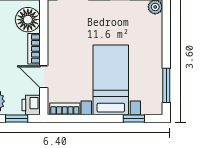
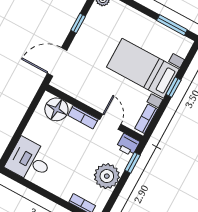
door: (44, 77) -> (110, 122), swing flipped
window: (134, 118) -> (173, 87), moved

